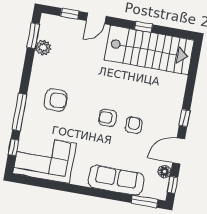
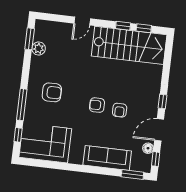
window: (70, 14) -> (144, 28), moved
armchair: (134, 125) -> (120, 110), turned 180

